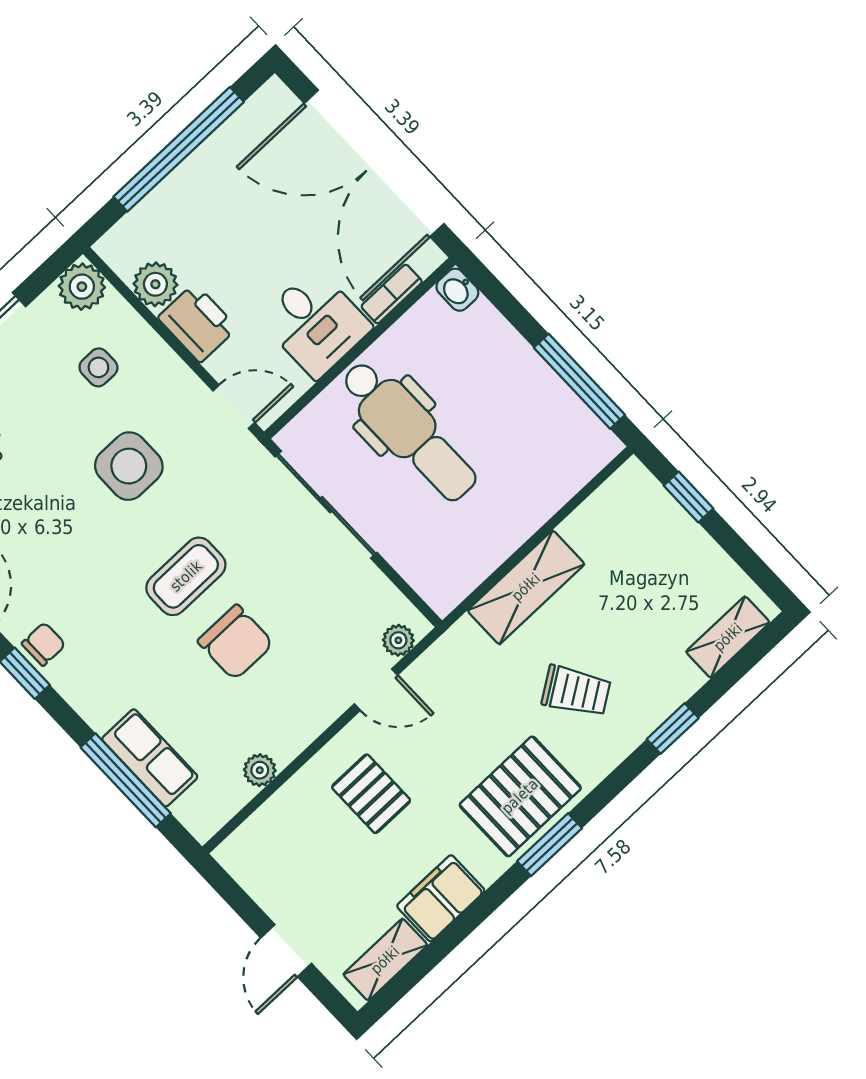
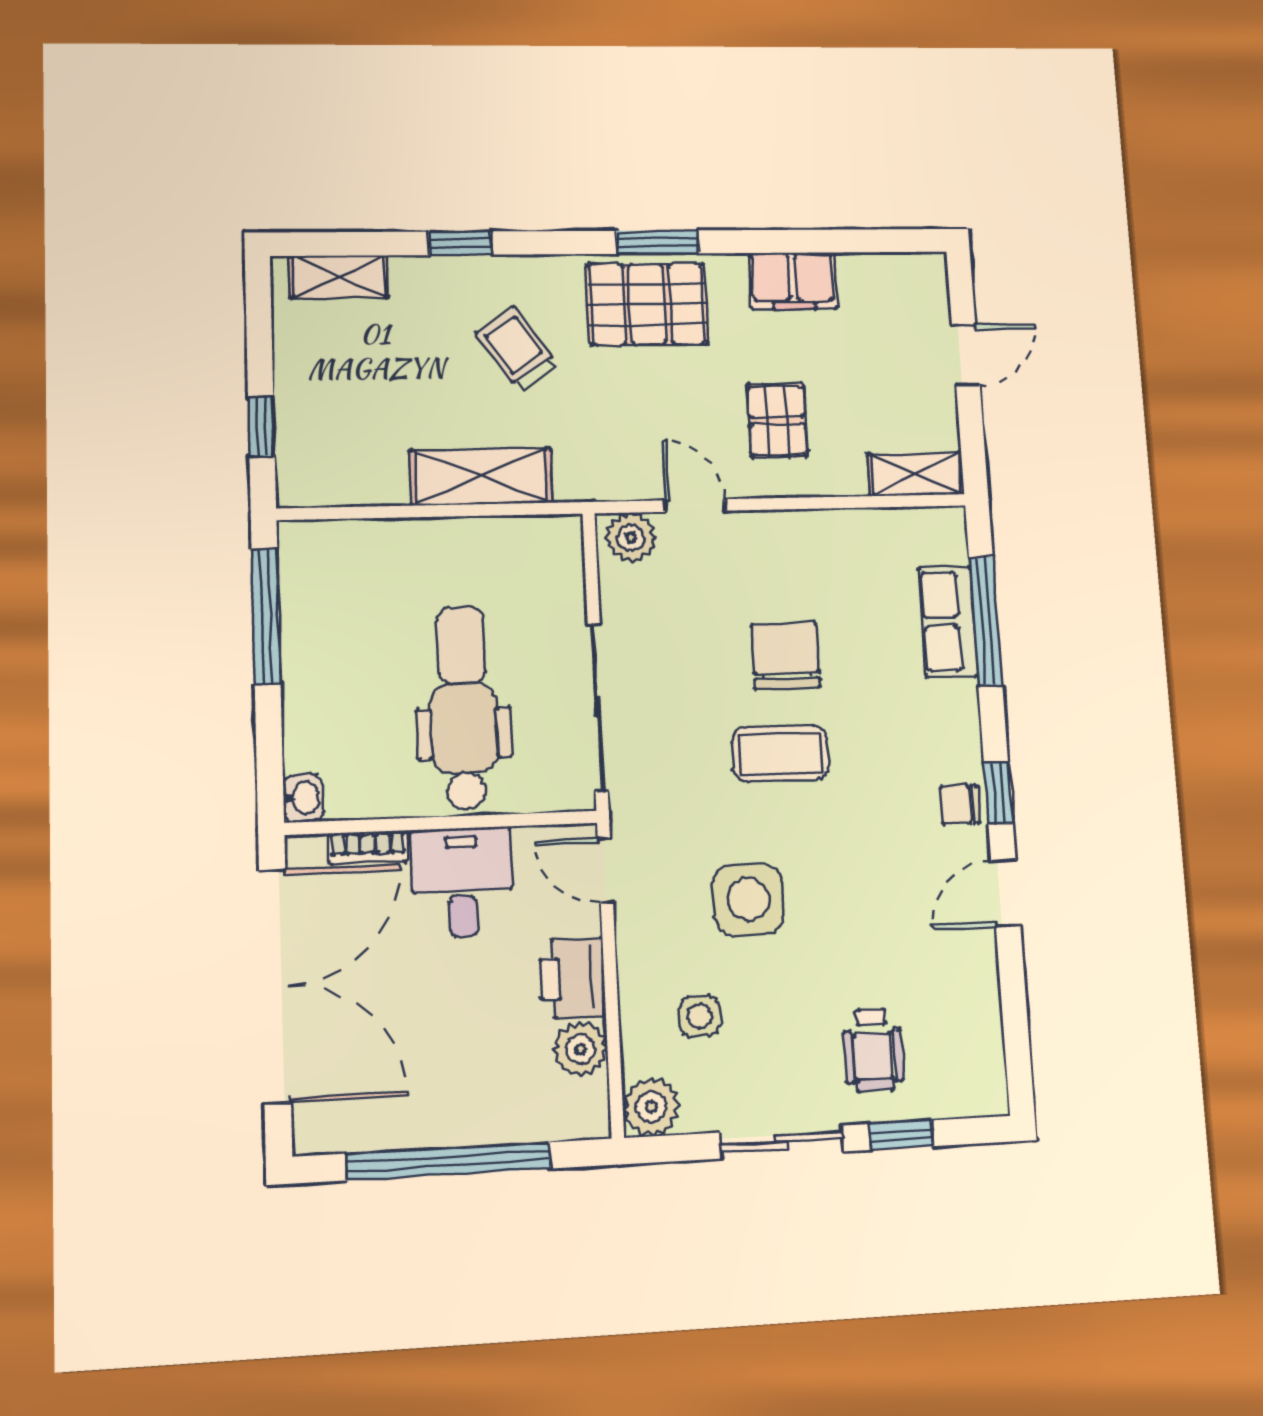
plant: (398, 640) -> (631, 538), width x1.38, depth x1.38
plant: (260, 770) -> (859, 526), removed
shelving: (385, 960) -> (916, 474), moved

